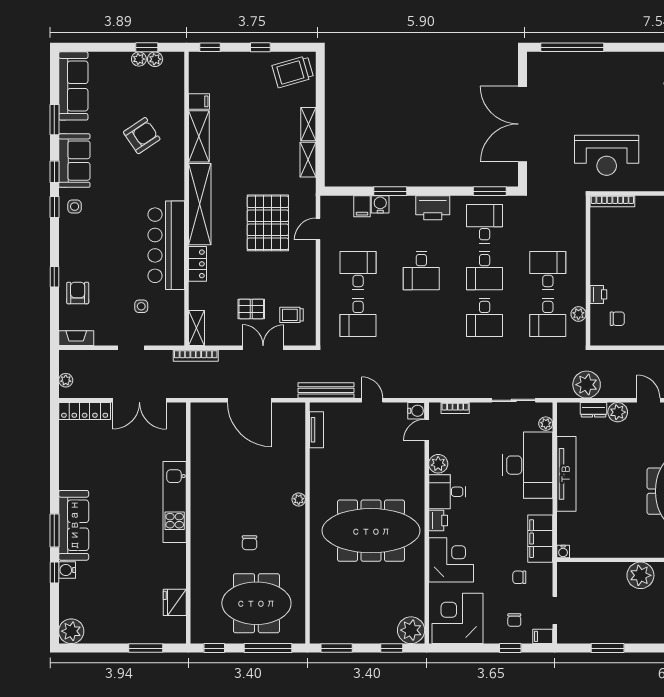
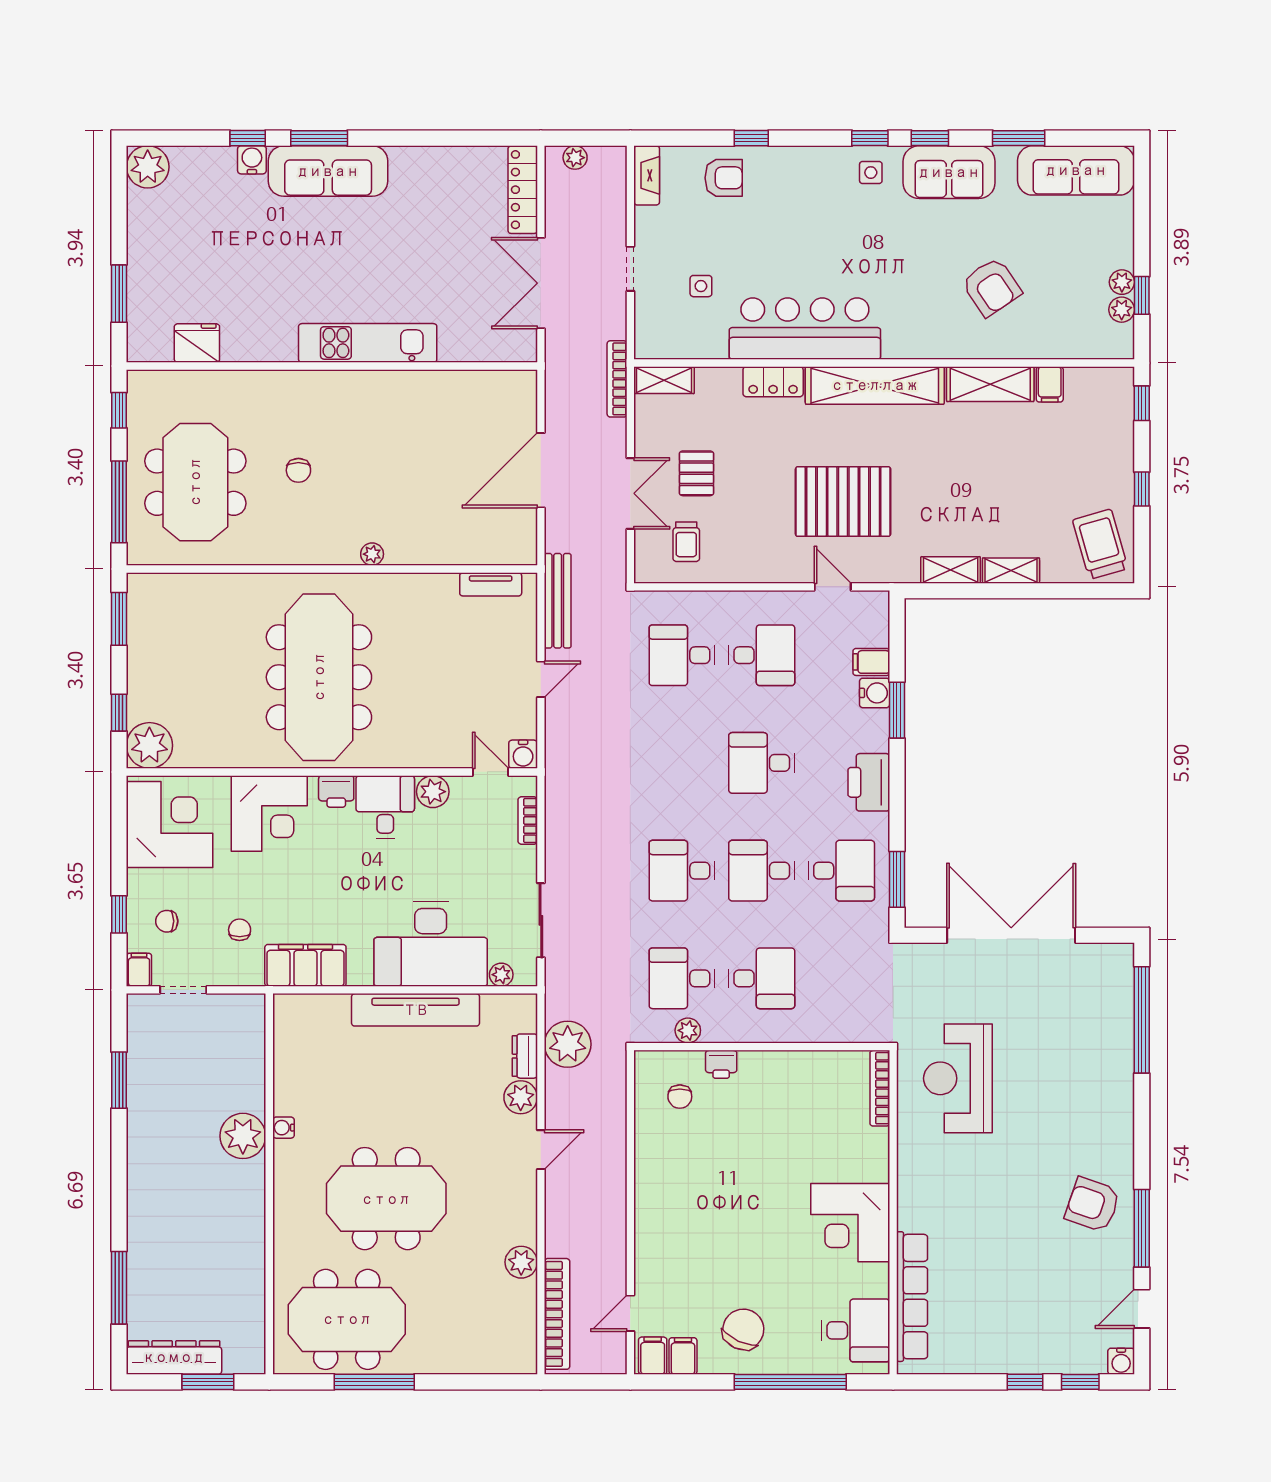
trolley: (291, 315) -> (686, 542), turned 180
chair: (249, 543) -> (298, 470), turned -90
water cooler: (563, 552) -> (283, 1128), moved

